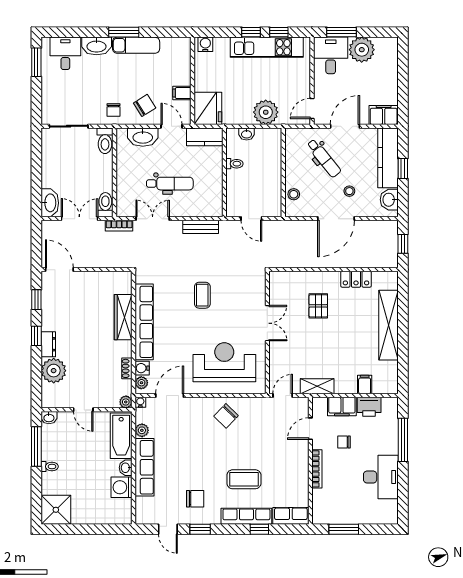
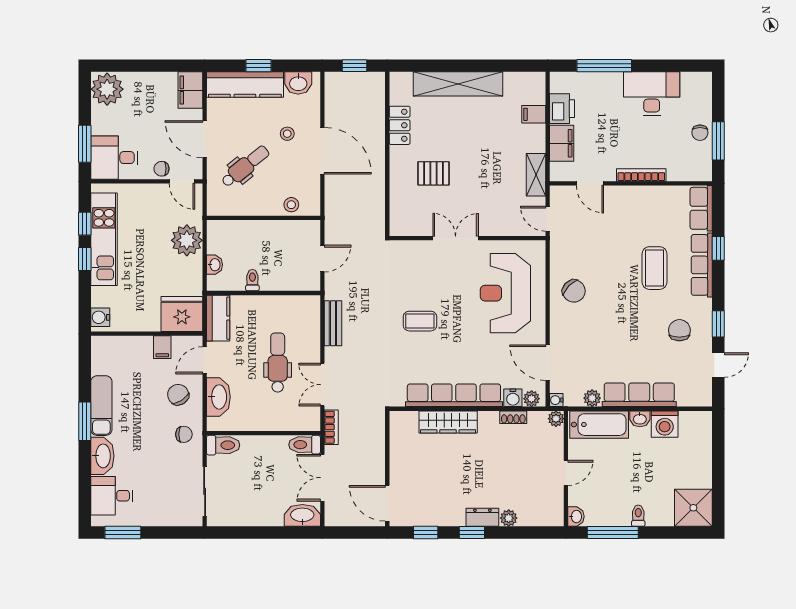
plant: (362, 50) -> (107, 89), moved
chair: (322, 92) -> (161, 169), added
door: (59, 270) -> (387, 503), hinge flipped
plant: (54, 371) -> (509, 518), width x0.53, depth x0.53
chair: (344, 442) -> (700, 133), moved

